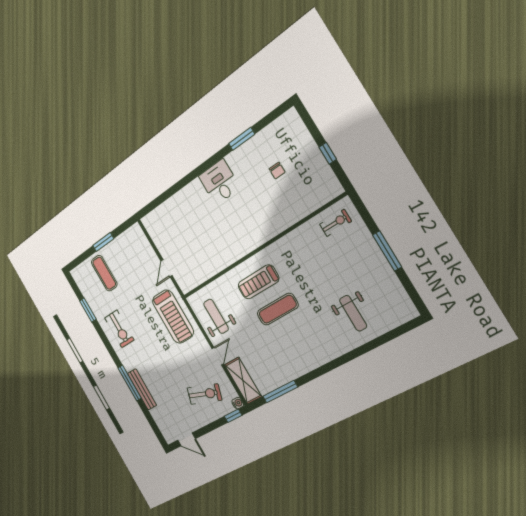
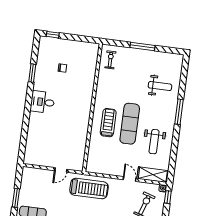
window: (328, 153) -> (53, 35), moved
door: (167, 268) -> (61, 170), hinge flipped
treadmill: (258, 282) -> (108, 123), turned 180
exercise mat: (278, 309) -> (130, 124), width x1.36, depth x1.45
weight bench: (216, 316) -> (154, 142), moved, turned -90
window: (280, 392) -> (179, 112), moved

